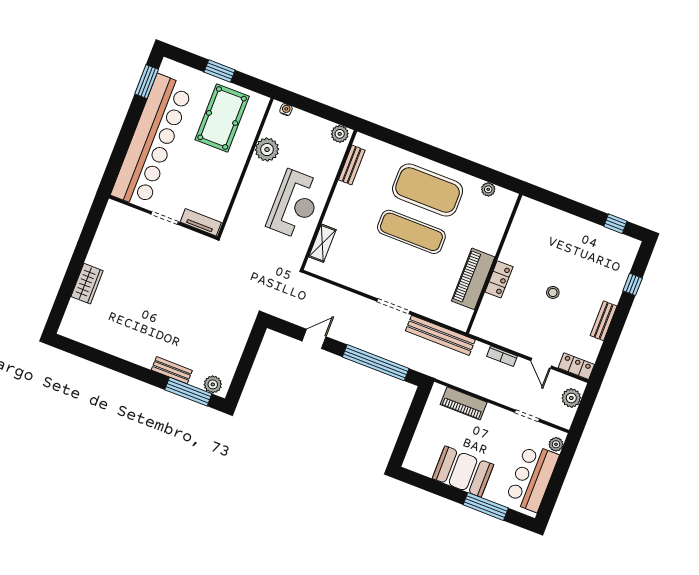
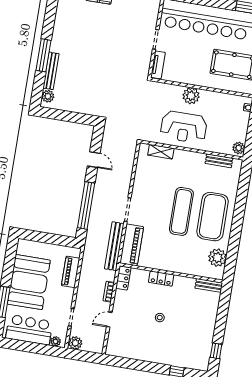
plant: (267, 150) -> (191, 96), moved
plant: (488, 189) -> (217, 258), width x1.88, depth x1.88
piano: (473, 279) -> (132, 245), moved, turned 90
bench: (604, 321) -> (209, 285), moved
locker: (576, 366) -> (123, 278), moved
bench: (172, 370) -> (51, 71), width x1.36
window: (188, 392) -> (44, 55), moved
plant: (571, 398) -> (75, 343), moved
booth: (463, 471) -> (29, 282), width x1.36, depth x1.42

